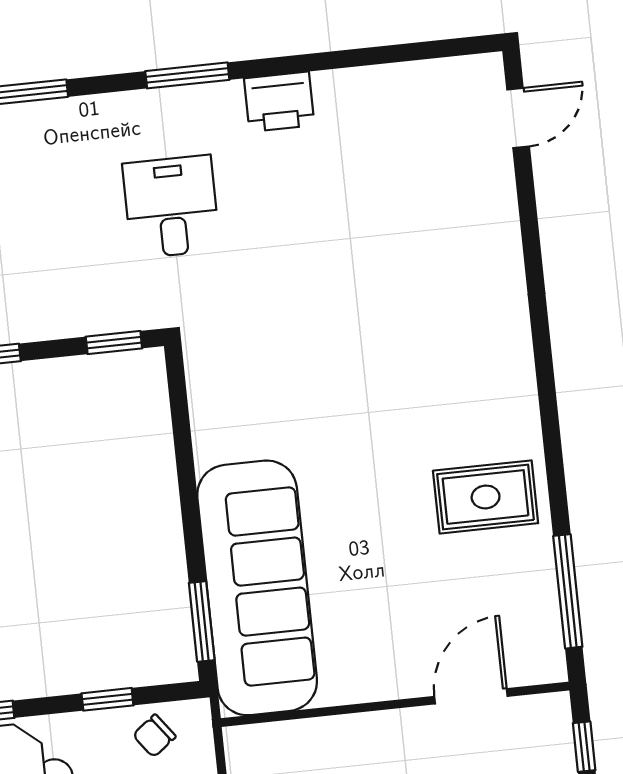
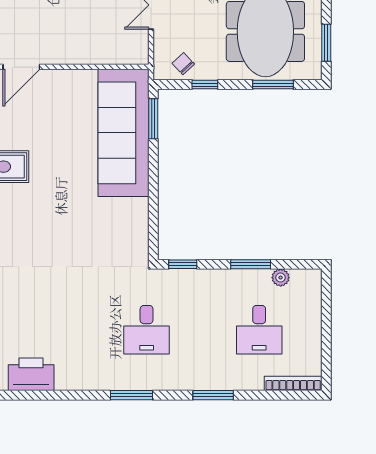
printer: (279, 102) -> (31, 374), moved, width x1.37, depth x1.19
chair: (154, 736) -> (183, 64), turned -96

